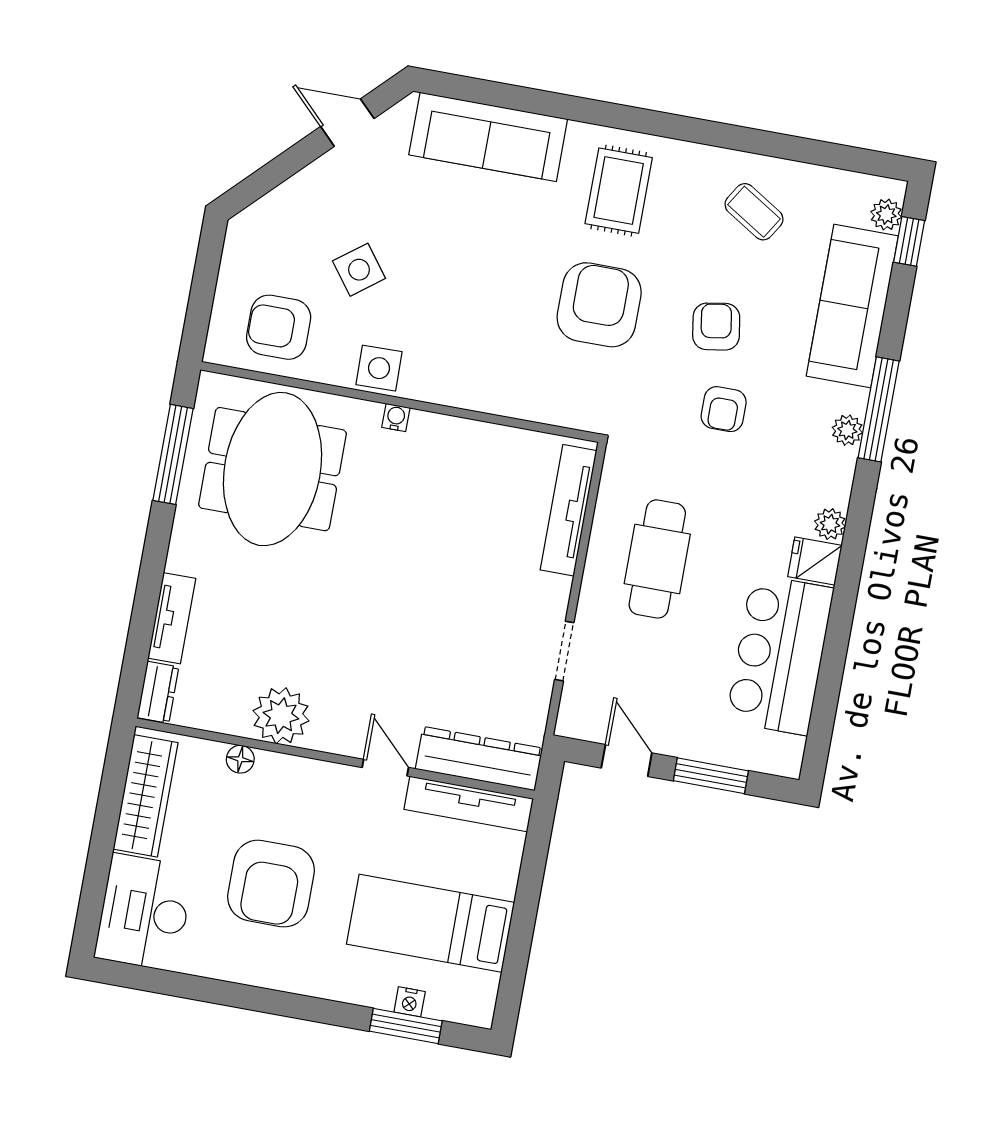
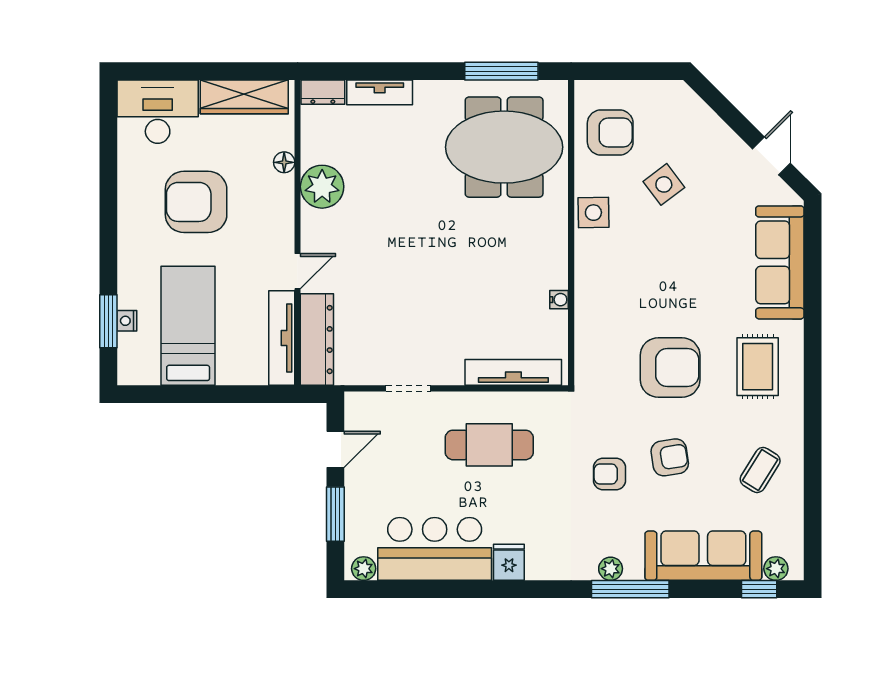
rug: (619, 191) -> (758, 367), turned 90
armchair: (279, 327) -> (610, 133), turned 90
water cooler: (396, 417) -> (559, 300), moved
plant: (830, 524) -> (364, 569), moved

